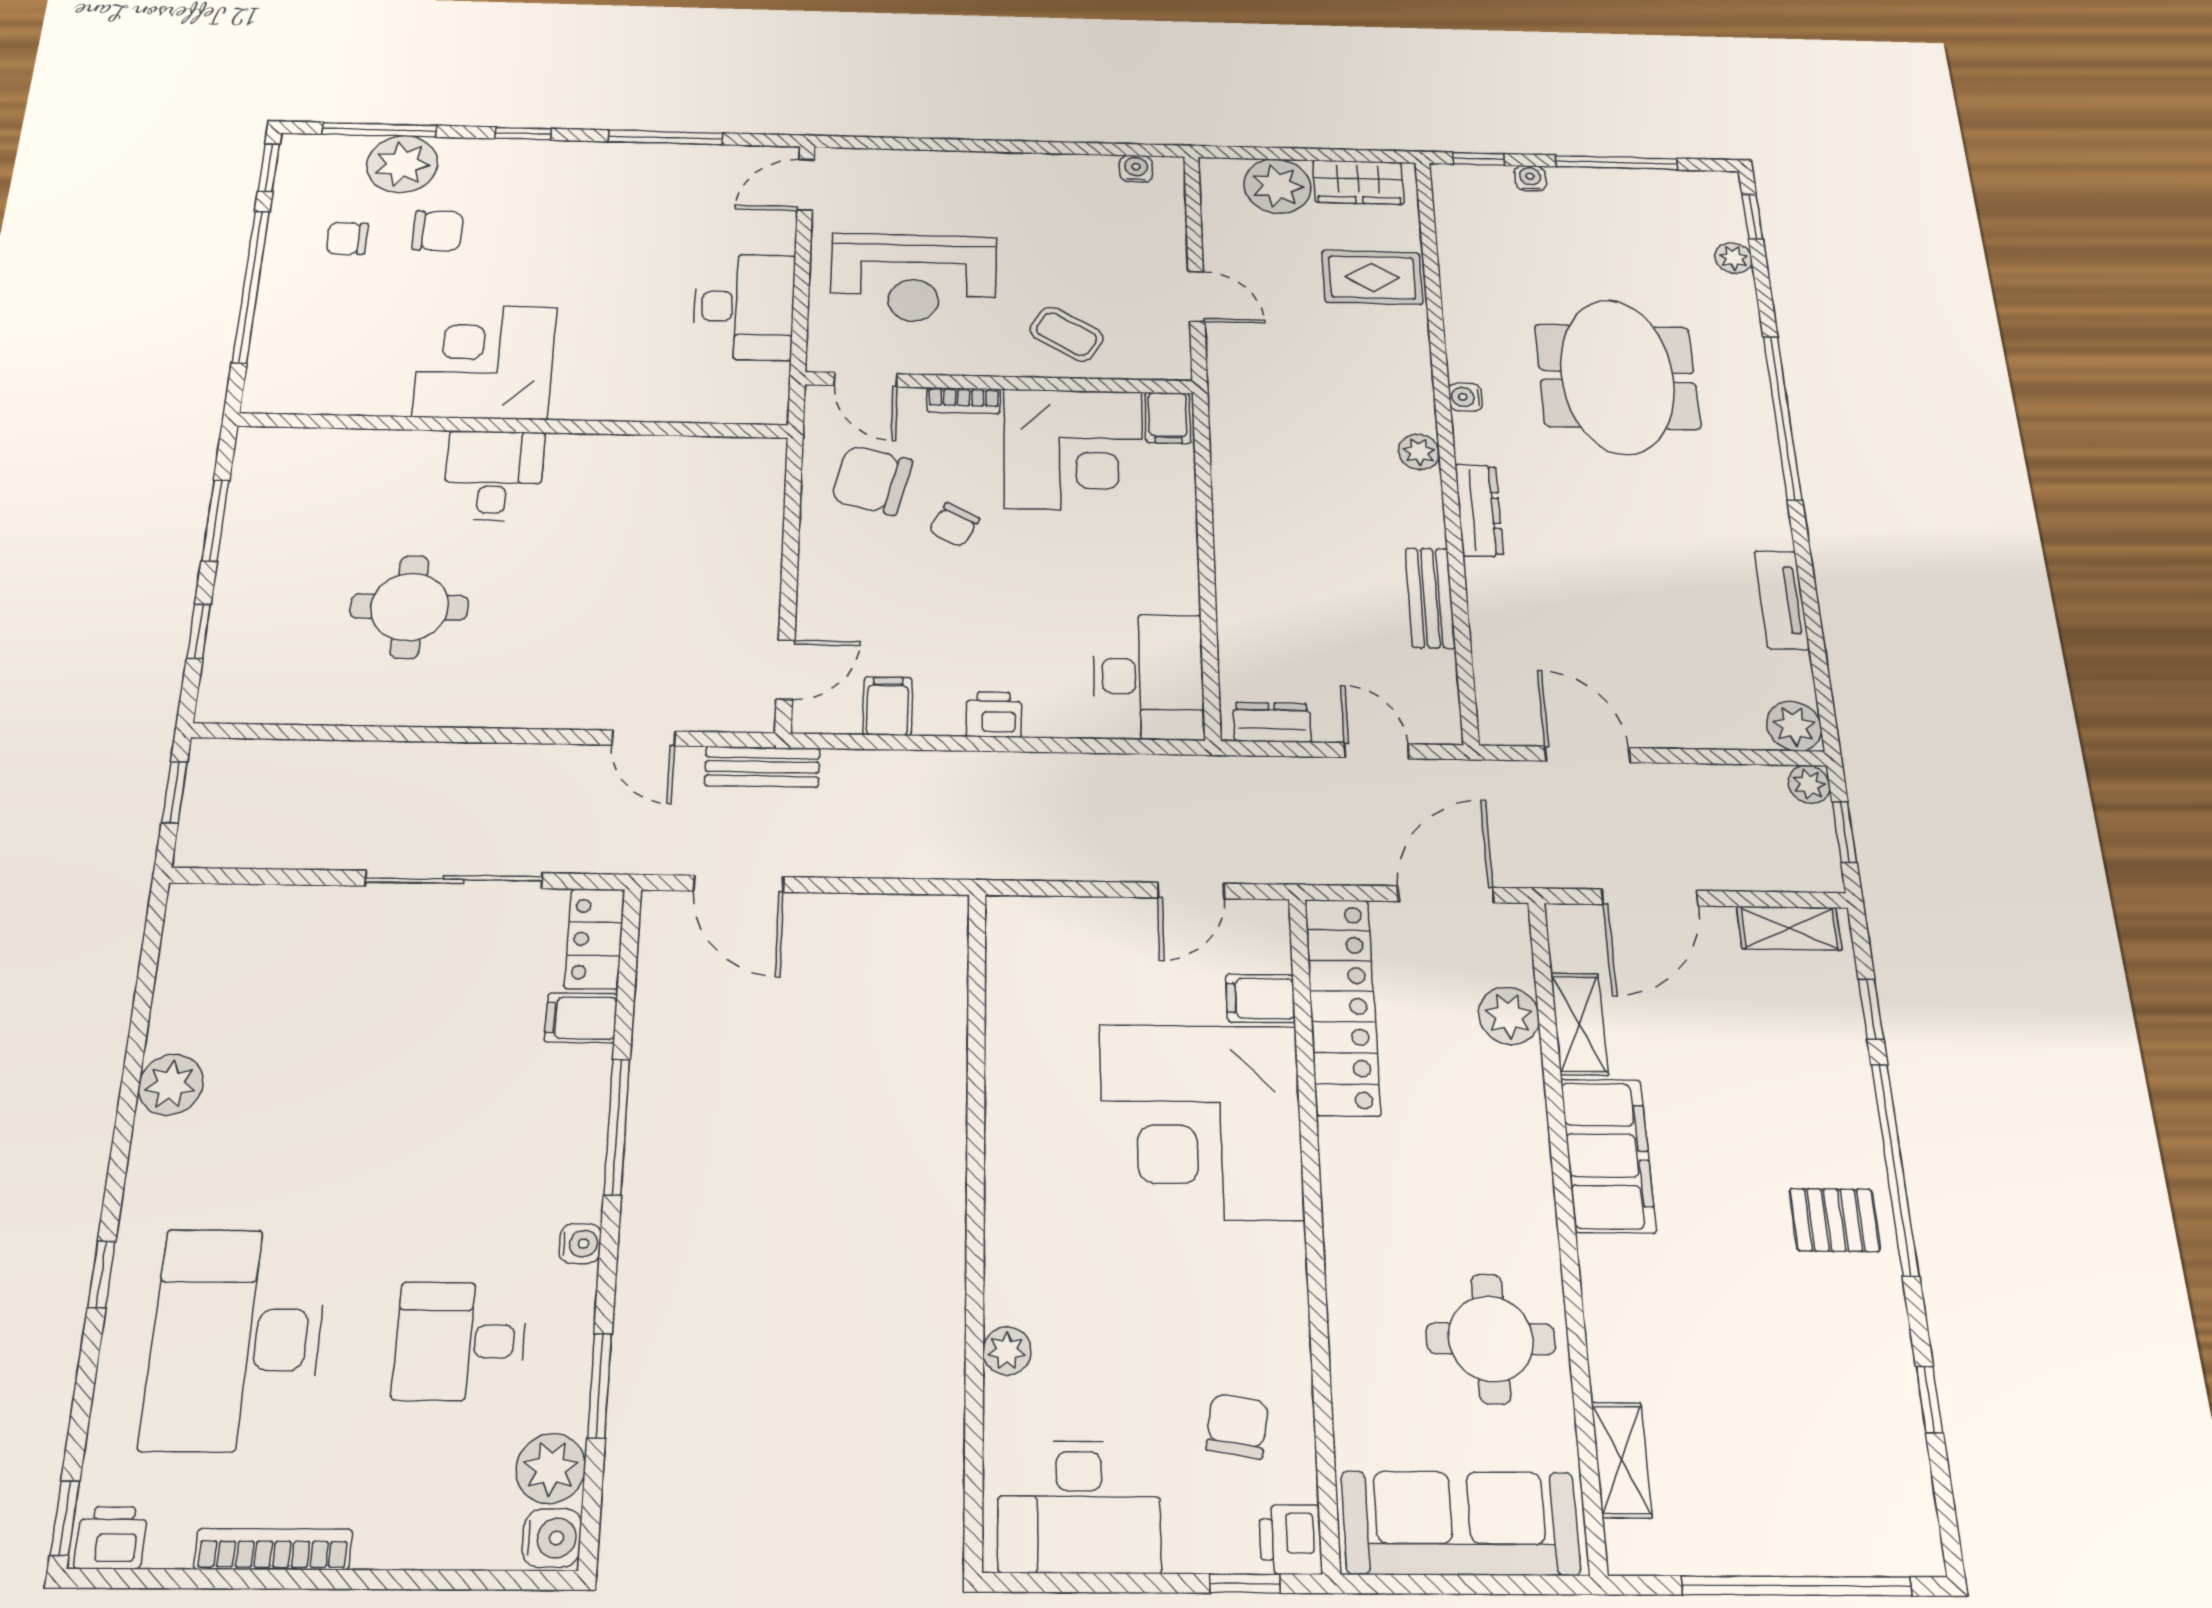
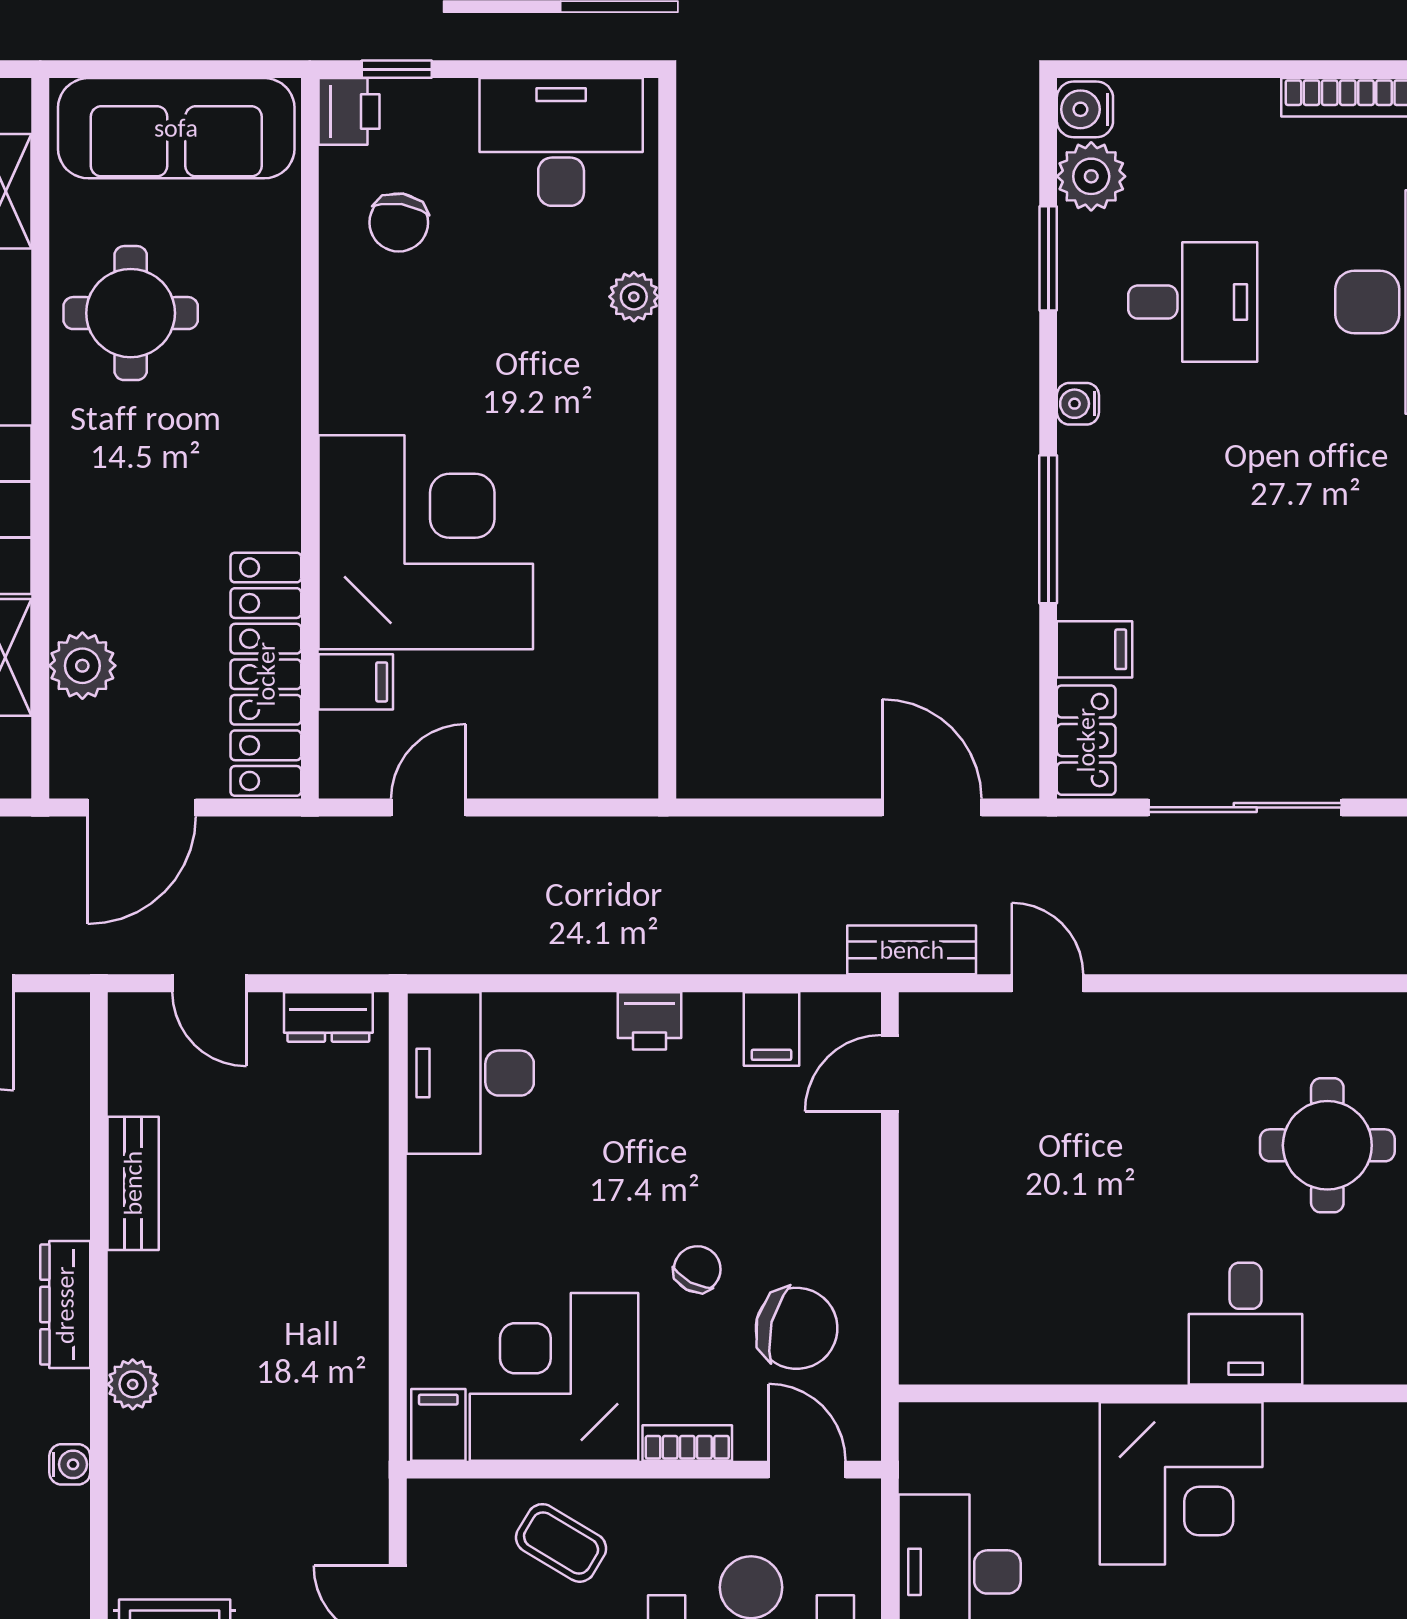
corner desk: (485, 361) -> (1181, 1483), moved

